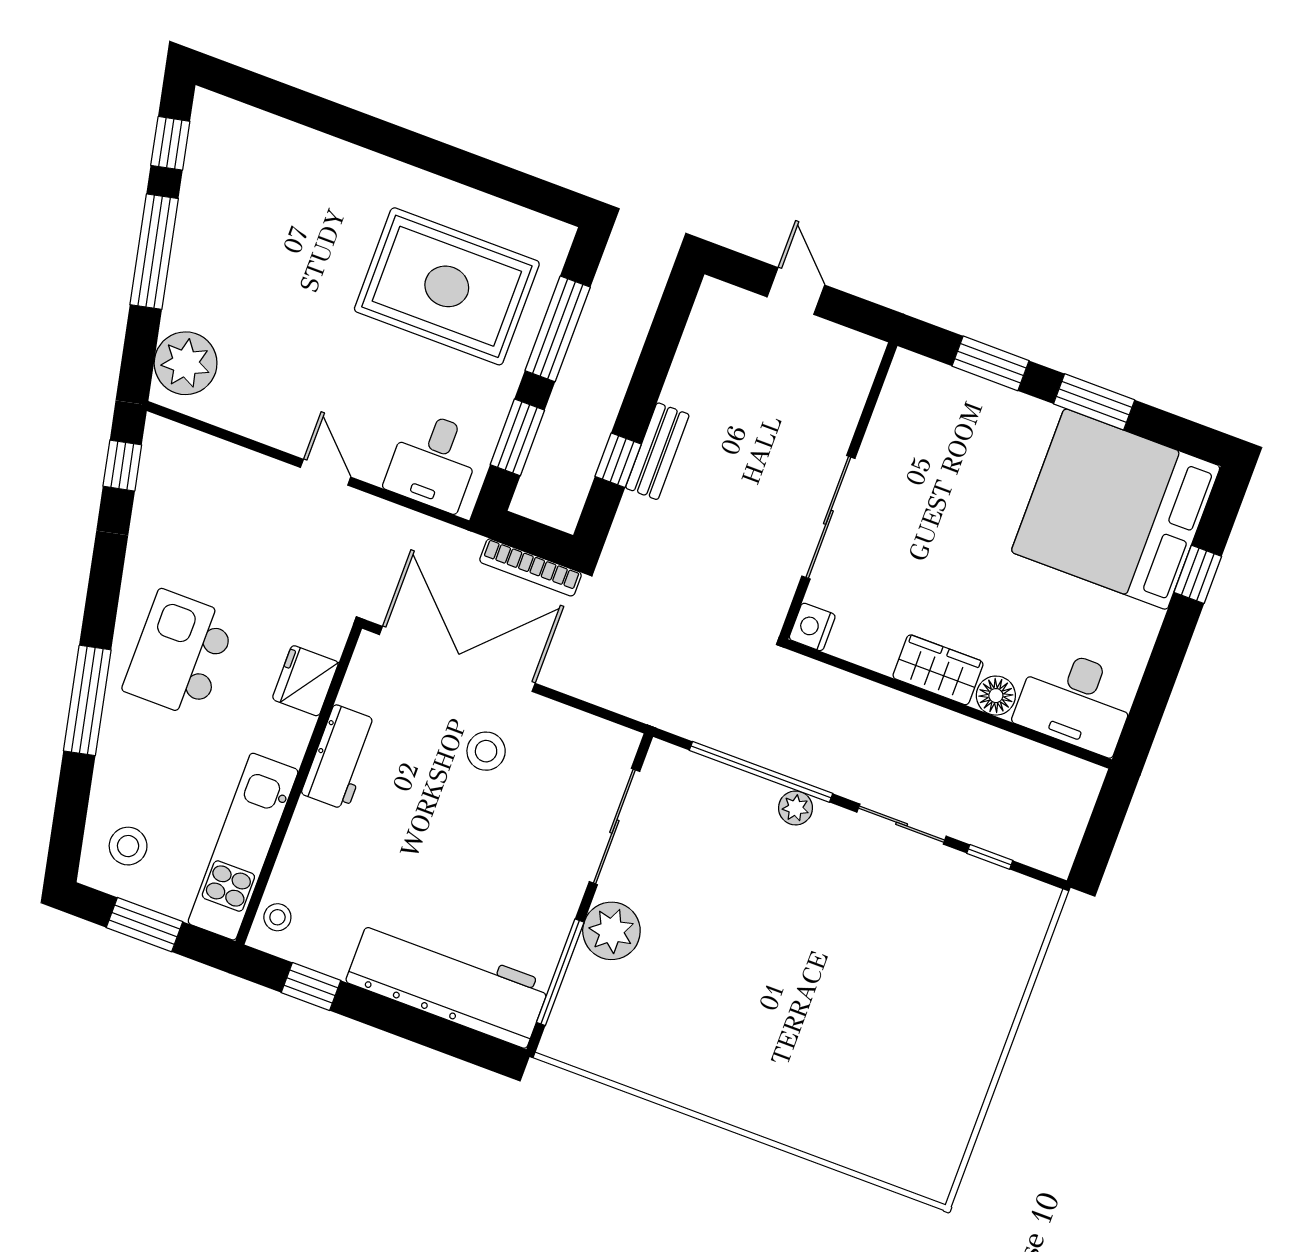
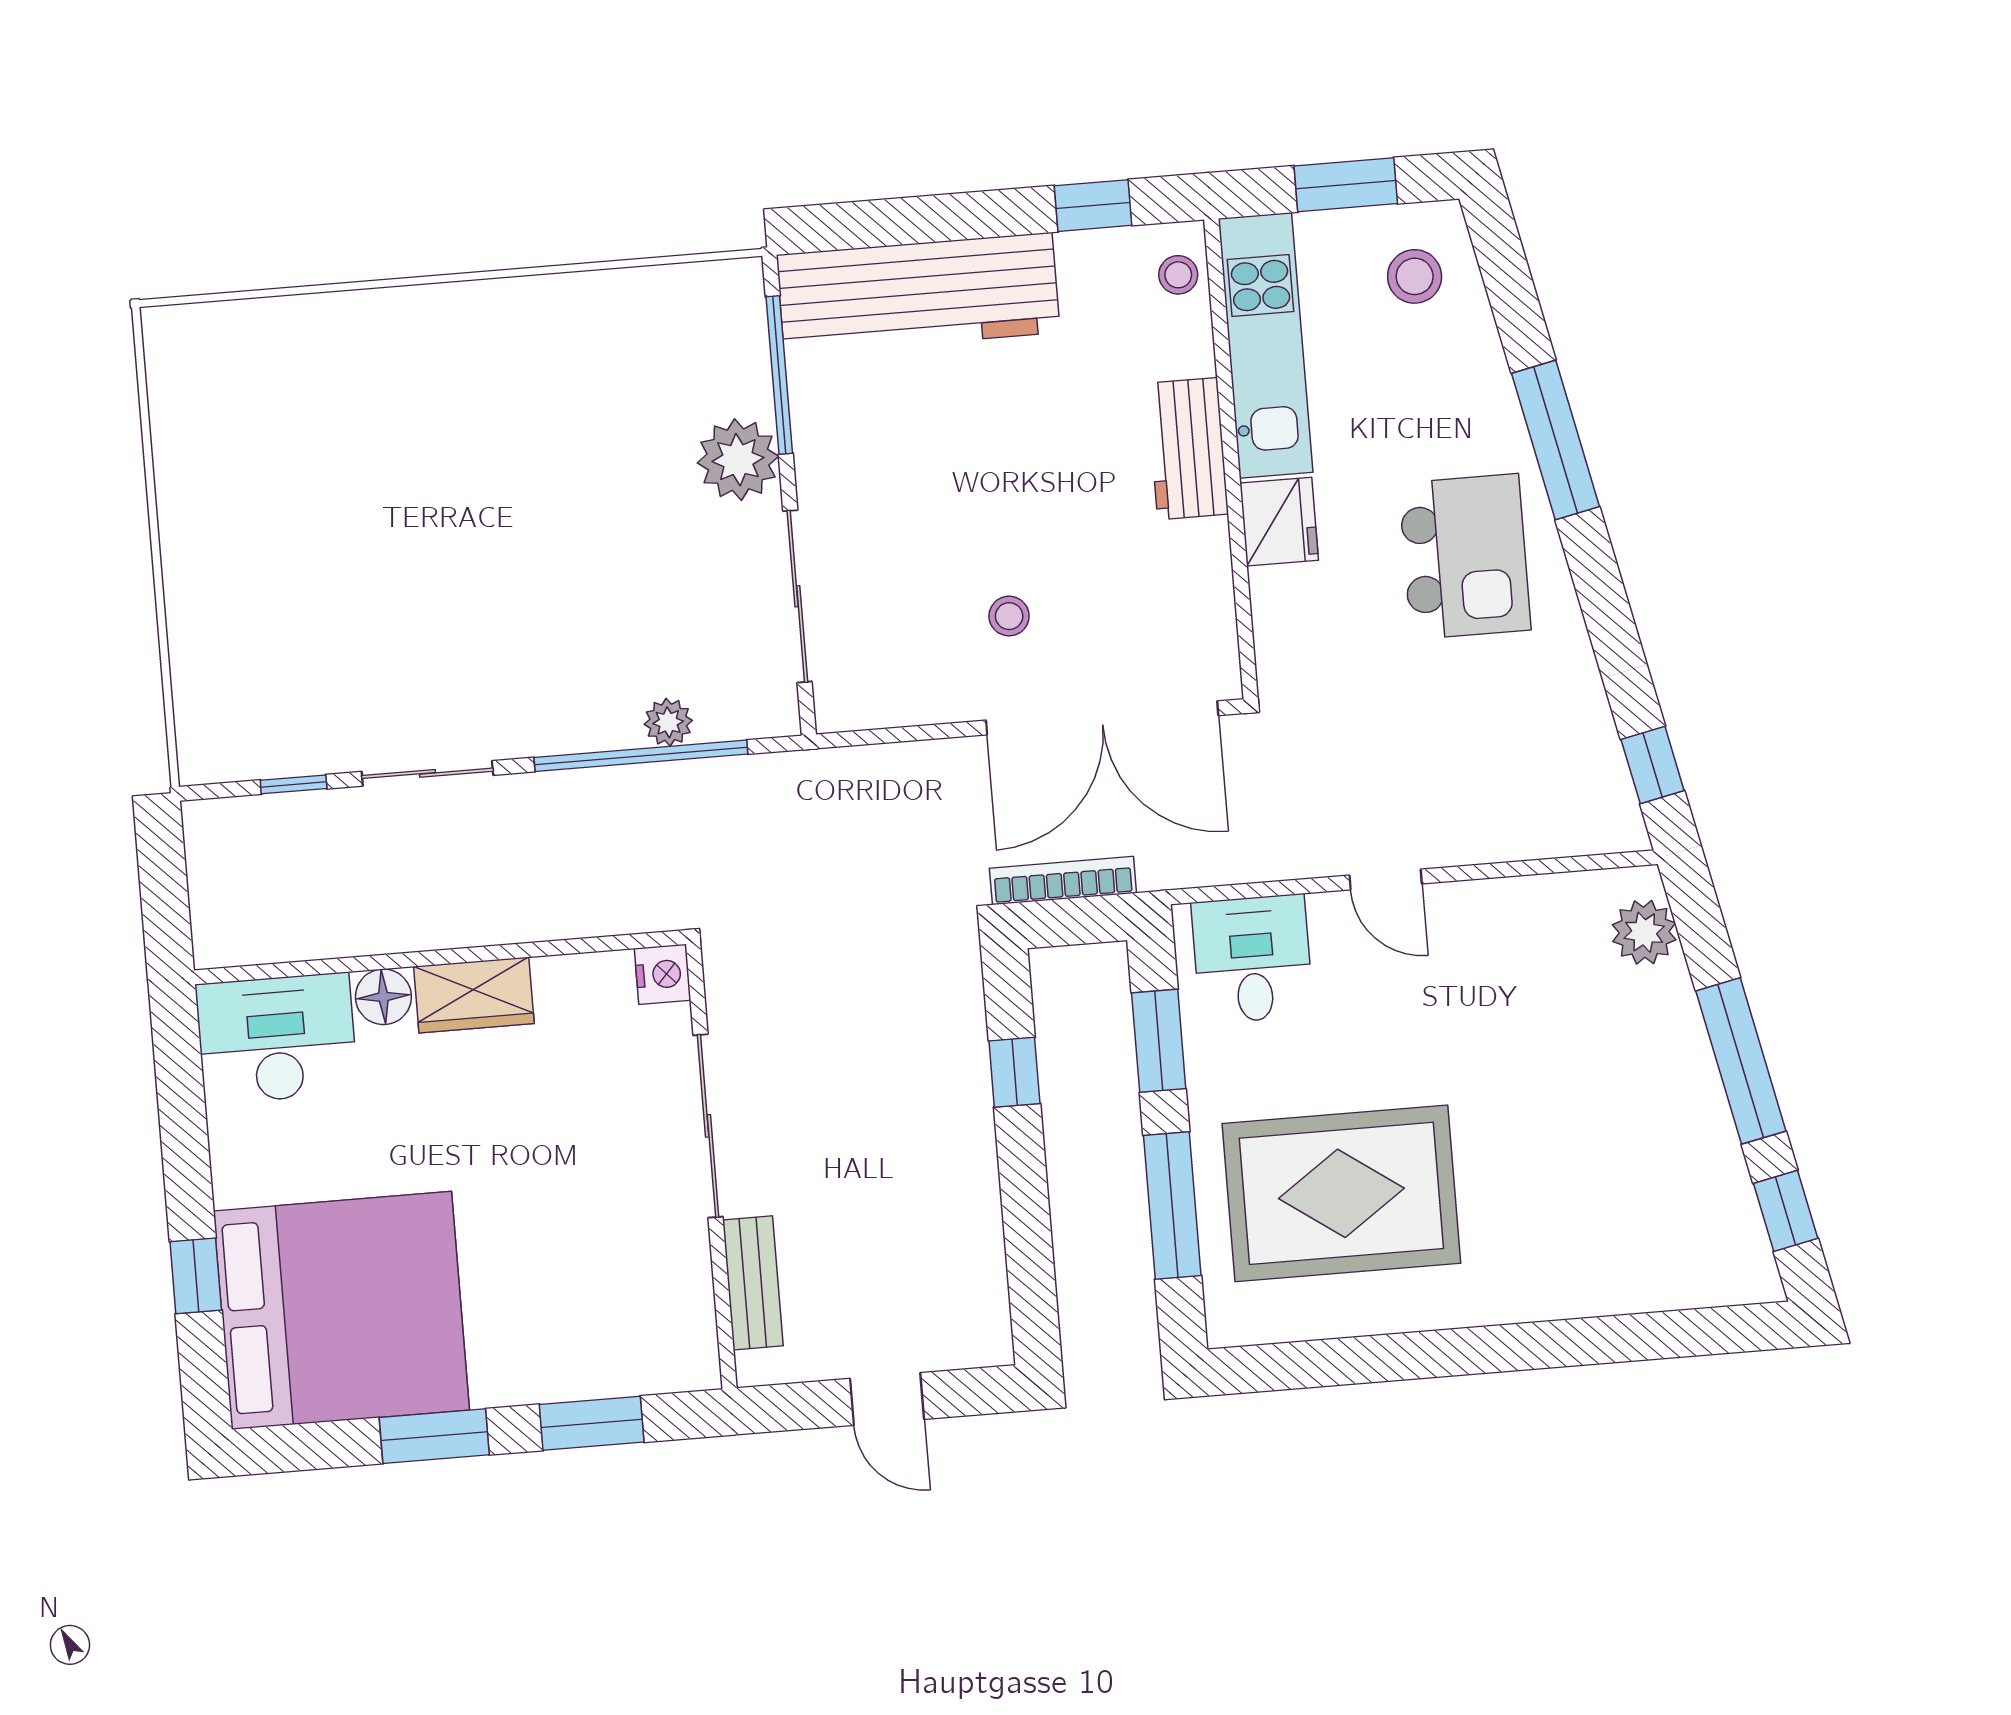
plant: (186, 363) -> (1644, 932), width x0.73, depth x0.73
bench: (657, 451) -> (753, 1283), moved
fridge: (305, 681) -> (1279, 522), moved
stool: (486, 751) -> (1009, 616), width x0.73, depth x0.73
workbench: (341, 757) -> (1188, 449), moved
plant: (795, 808) -> (668, 722), moved

